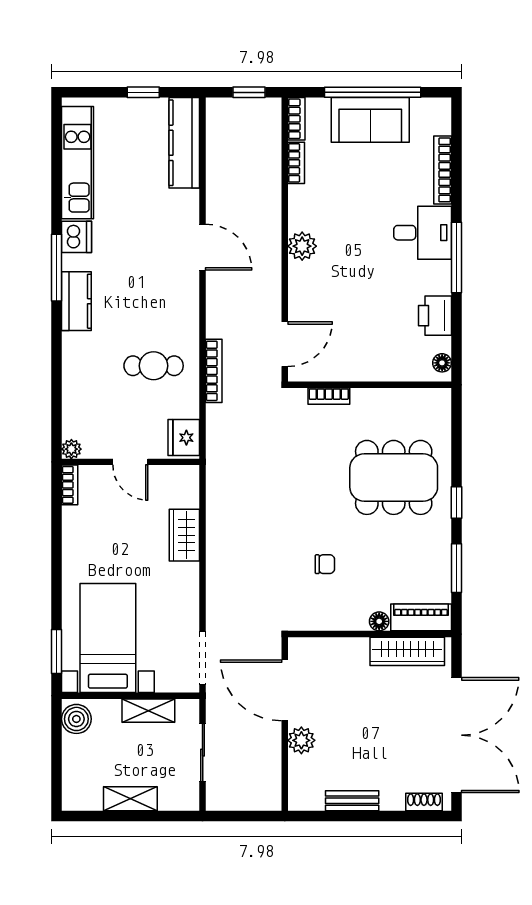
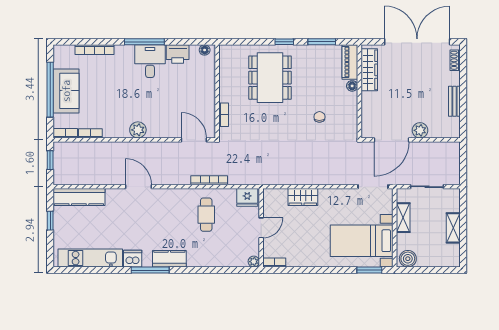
desk: (423, 233) -> (150, 61), moved
door: (203, 247) -> (138, 187), hinge flipped

